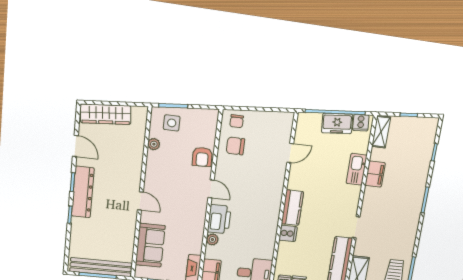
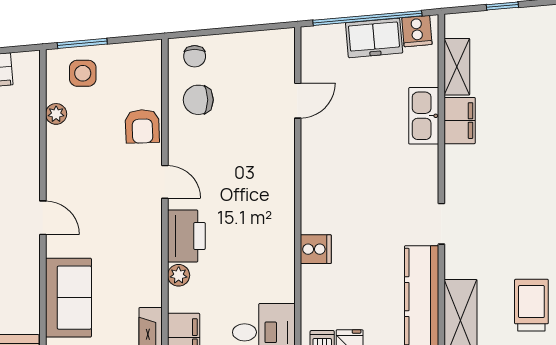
shelving: (381, 132) -> (457, 67), moved
kitchen counter: (292, 208) -> (317, 200), removed

